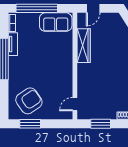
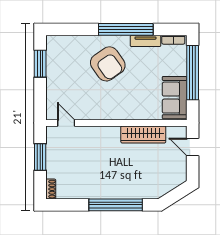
armchair: (29, 101) -> (108, 64), moved

